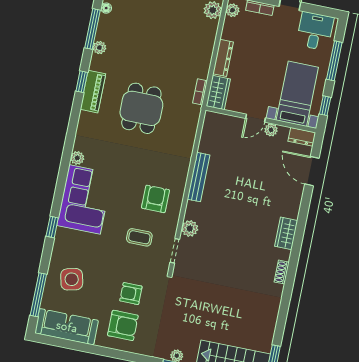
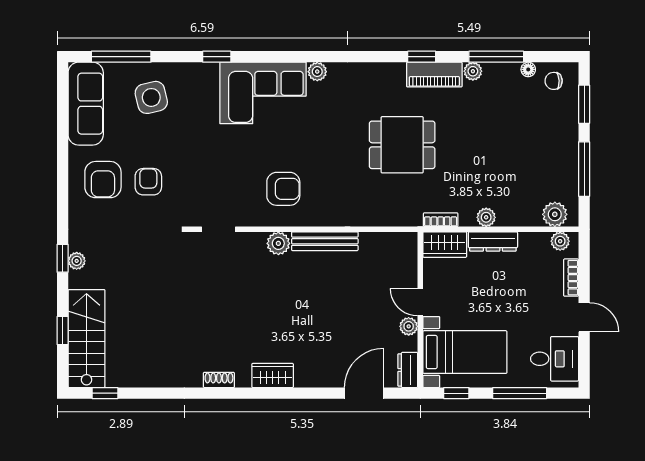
plant: (205, 59) -> (486, 217), added
piano: (93, 92) -> (434, 75), moved
plant: (190, 228) -> (278, 243), moved
coffee table: (139, 237) -> (227, 178), removed

